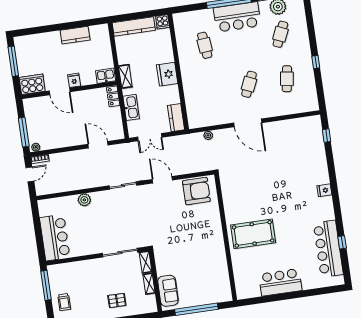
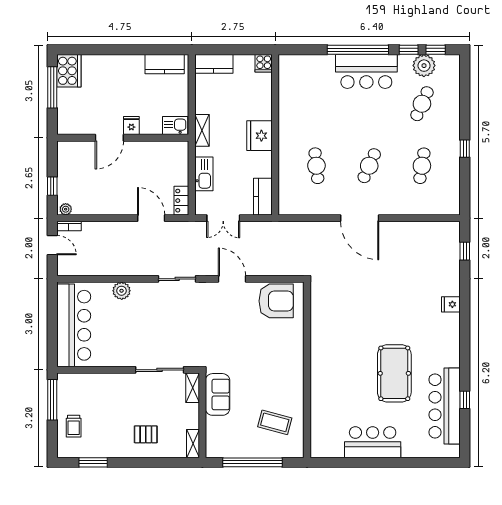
kitchen counter: (134, 26) -> (214, 64), width x0.67
kitchen counter: (75, 35) -> (165, 64), moved
cafe table: (205, 45) -> (316, 166), moved
cooker: (32, 84) -> (69, 71), moved, turned 90
door: (60, 91) -> (109, 138), hinge flipped
locker: (113, 96) -> (181, 201), moved
window: (24, 132) -> (52, 186), width x0.46
plant: (208, 135) -> (303, 227), removed
door: (30, 174) -> (52, 245), hinge flipped
fridge: (324, 190) -> (451, 304), moved
pool table: (253, 234) -> (394, 373), moved, turned 90
bar counter: (55, 238) -> (74, 325), width x1.36
coffee table: (208, 278) -> (275, 422), added
shelving: (149, 284) -> (193, 444), moved
sofa: (168, 291) -> (218, 394), moved

